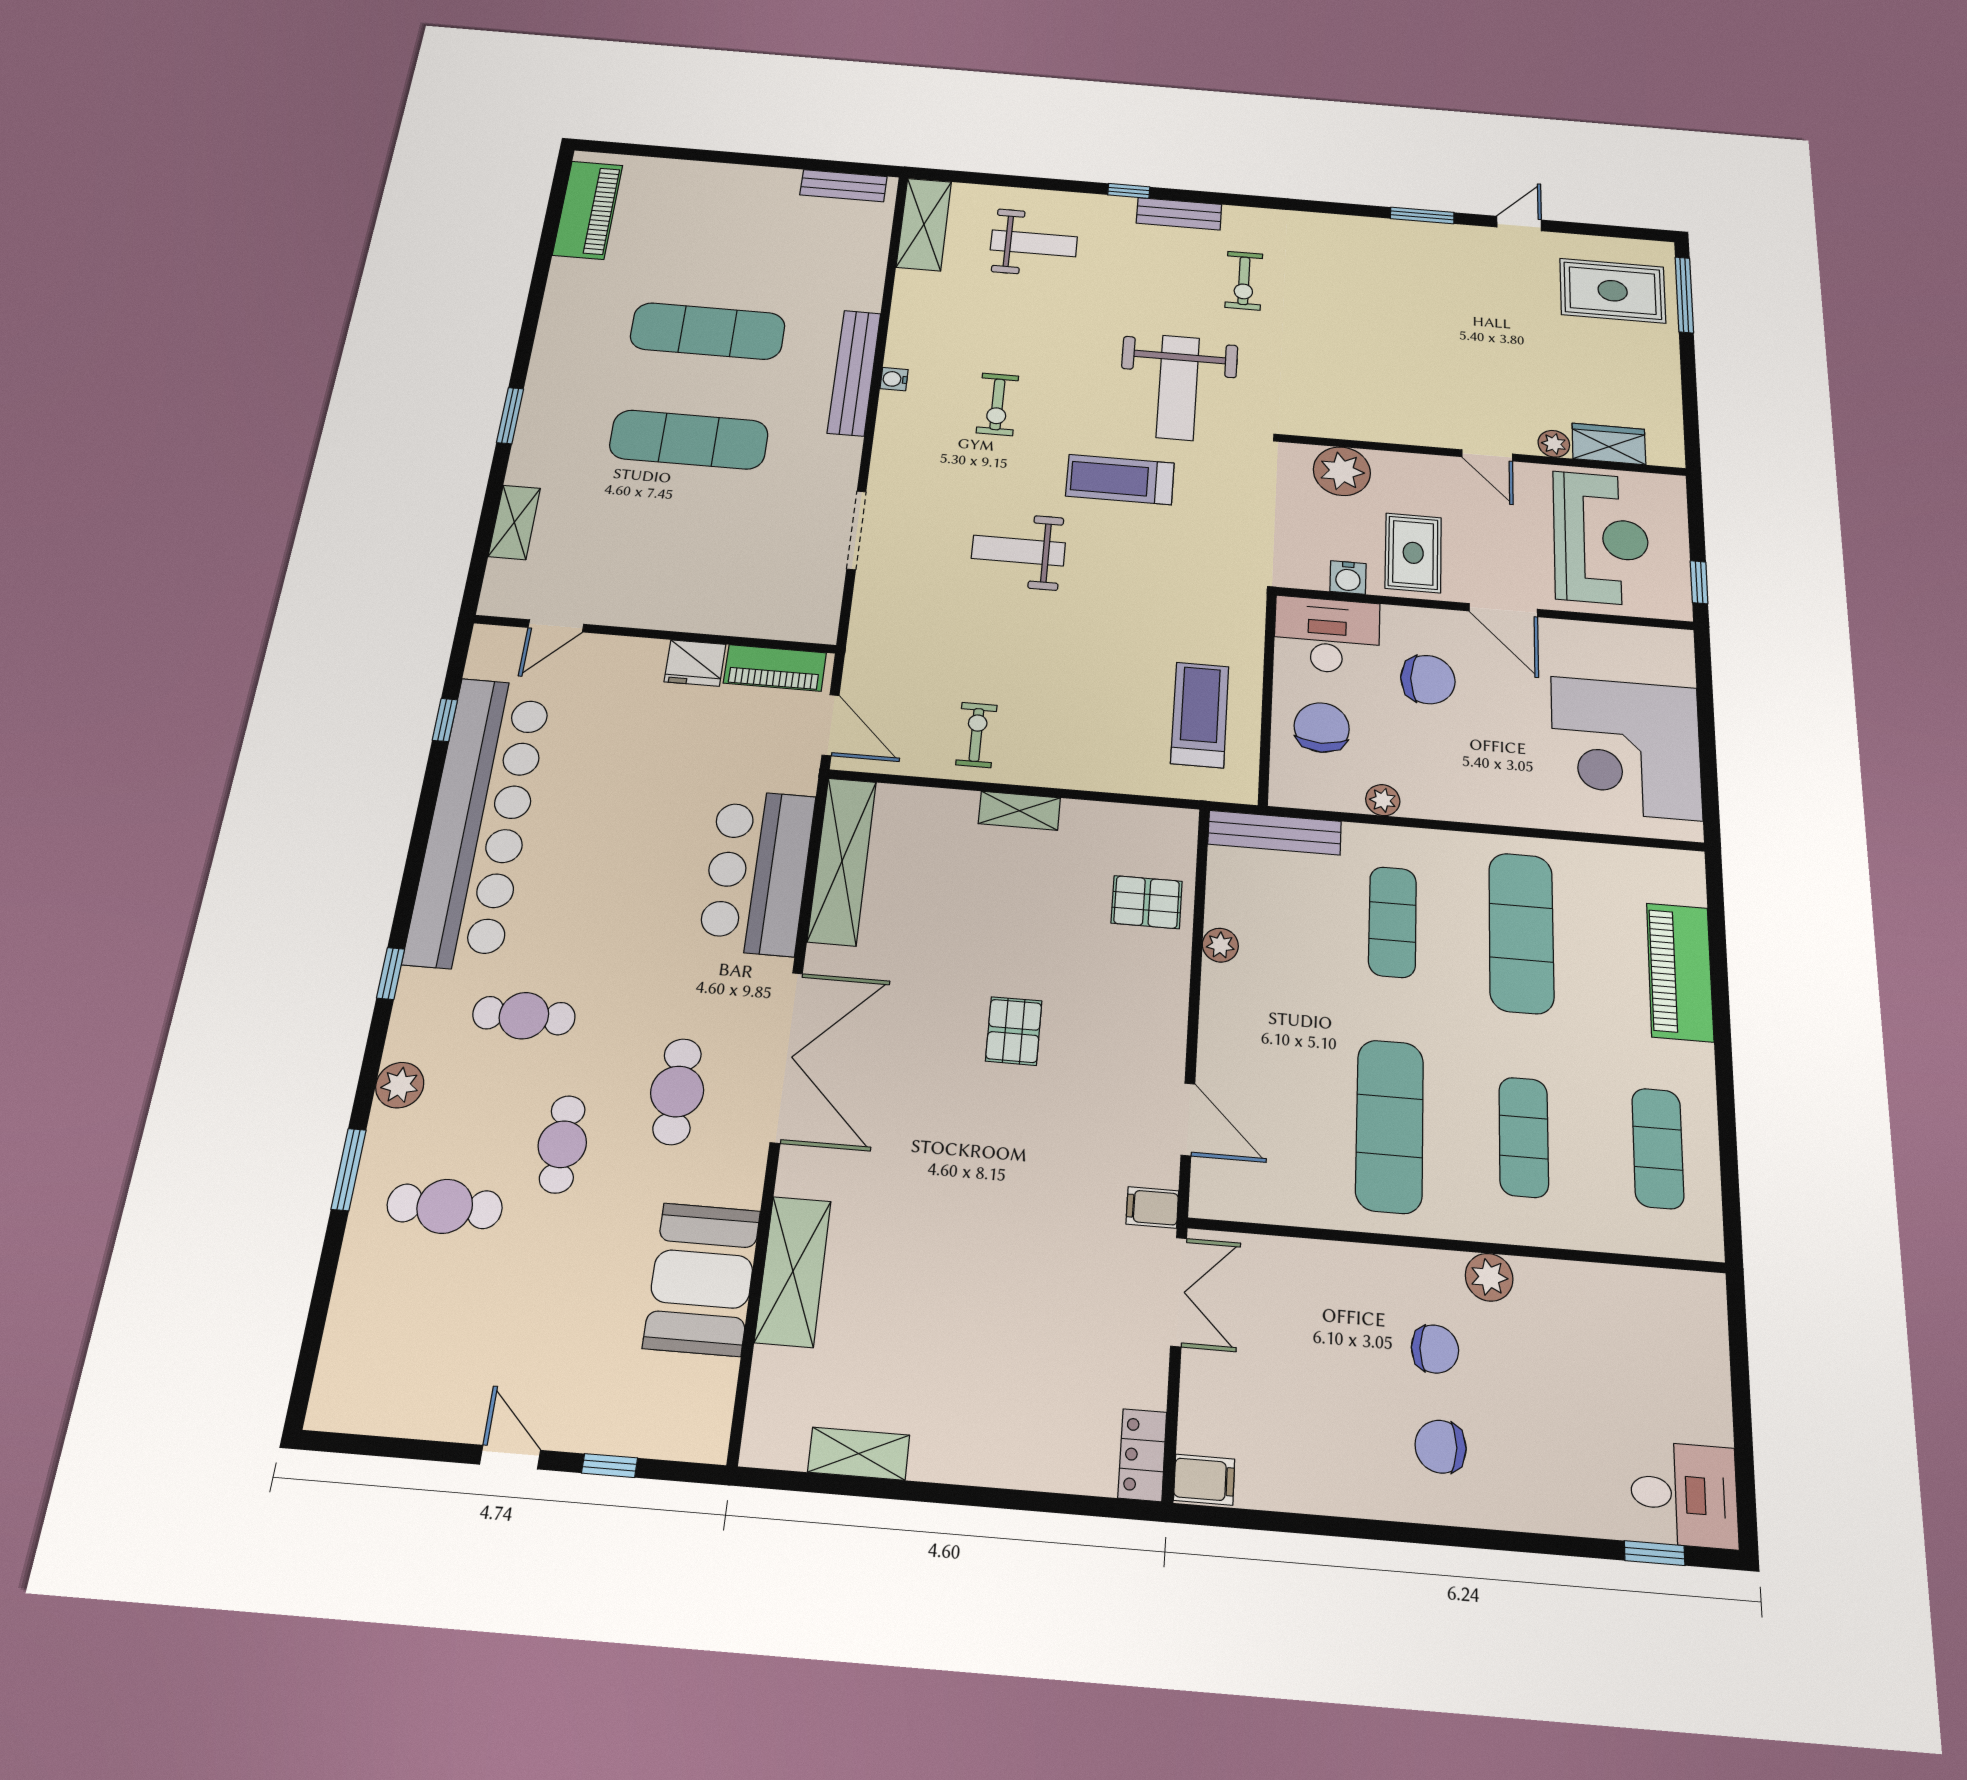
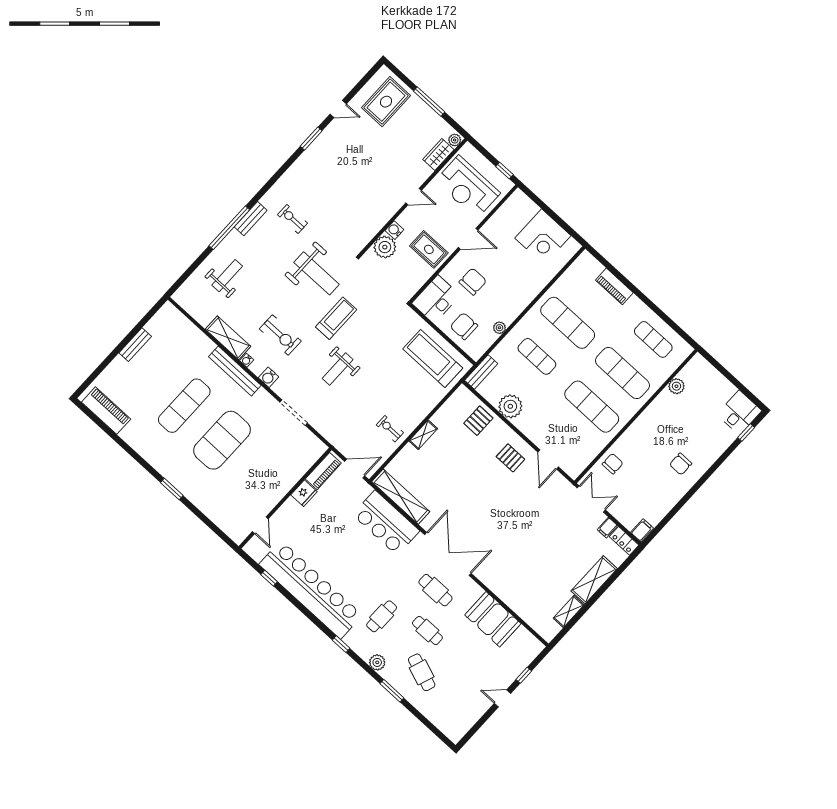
bench: (843, 186) -> (135, 345), moved
window: (1129, 191) -> (229, 228), width x3.17
door: (1519, 223) -> (338, 109), swing flipped
shelving: (924, 224) -> (228, 338), moved
exercise bike: (1244, 281) -> (293, 219), turned 180
window: (1684, 295) -> (429, 102), moved
exercise bike: (997, 404) -> (280, 335), width x1.38, depth x1.39
water cooler: (892, 439) -> (269, 377), added
exercise mat: (689, 440) -> (222, 440), width x1.47
plant: (1554, 444) -> (455, 140), moved
treadmill: (1120, 480) -> (336, 318), turned 180
shelving: (514, 522) -> (213, 513), removed
reception desk: (1601, 538) -> (468, 187), turned 180
water cooler: (1348, 577) -> (394, 230), moved, turned 180
treadmill: (1200, 715) -> (433, 358), width x1.37, depth x1.38
corner desk: (1626, 748) -> (543, 237), width x0.74, depth x0.74
bench: (1275, 833) -> (481, 372), width x0.73
plant: (1220, 945) -> (510, 406), width x1.87, depth x1.87
piano: (1680, 972) -> (614, 286), width x0.73, depth x0.75
pallet: (1014, 1031) -> (510, 458), moved
door: (1188, 1119) -> (548, 459), swing flipped
exercise mat: (1524, 1137) -> (622, 373), width x1.36, depth x1.45
cafe table: (445, 1206) -> (422, 672), turned -70
filing cabinet: (1152, 1207) -> (607, 528), moved
shelving: (793, 1271) -> (594, 580), moved, turned 90
plant: (1489, 1277) -> (676, 386), moved
chair: (1435, 1349) -> (613, 464), moved

